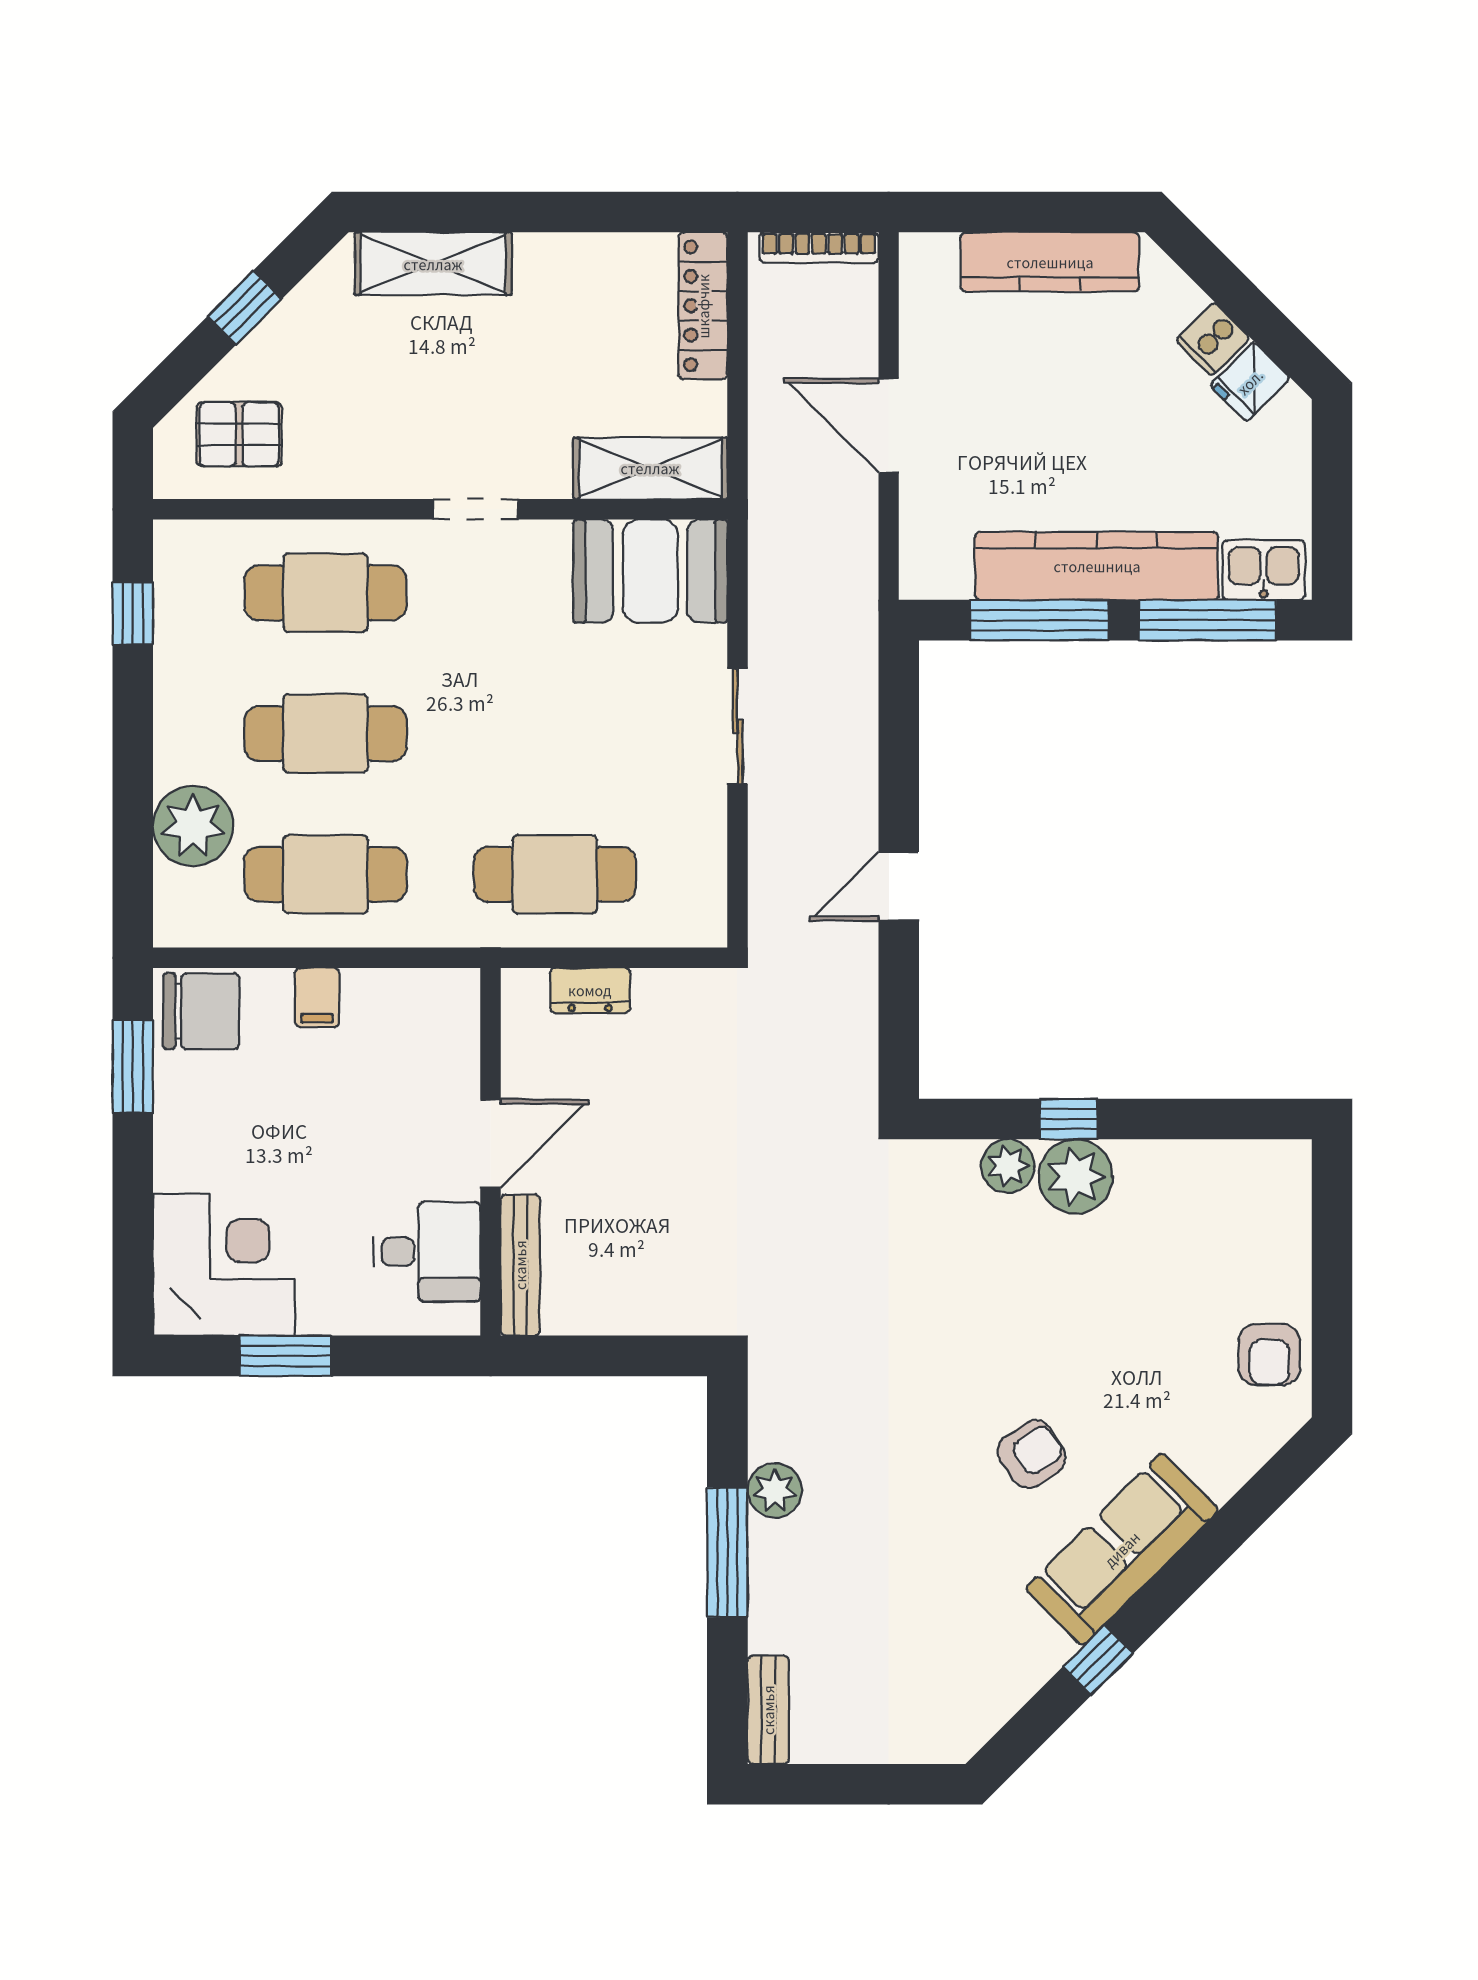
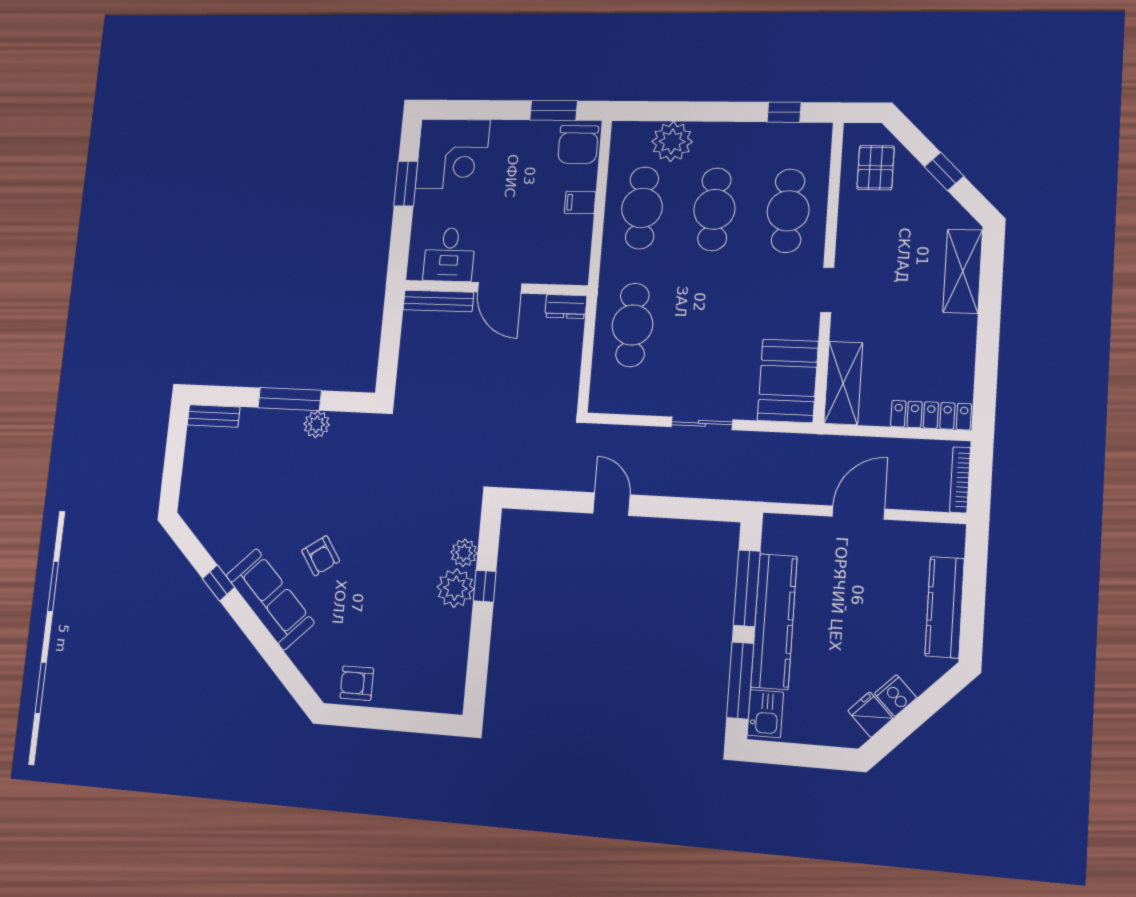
dresser: (590, 990) -> (566, 306), moved, turned -90

